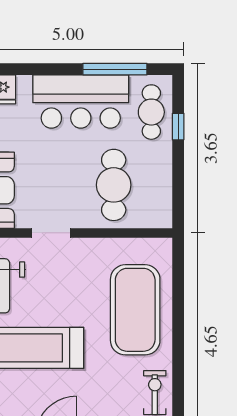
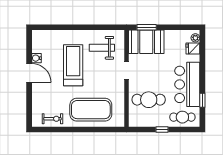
window: (115, 69) -> (202, 100), width x0.46
window: (178, 127) -> (162, 130), moved

